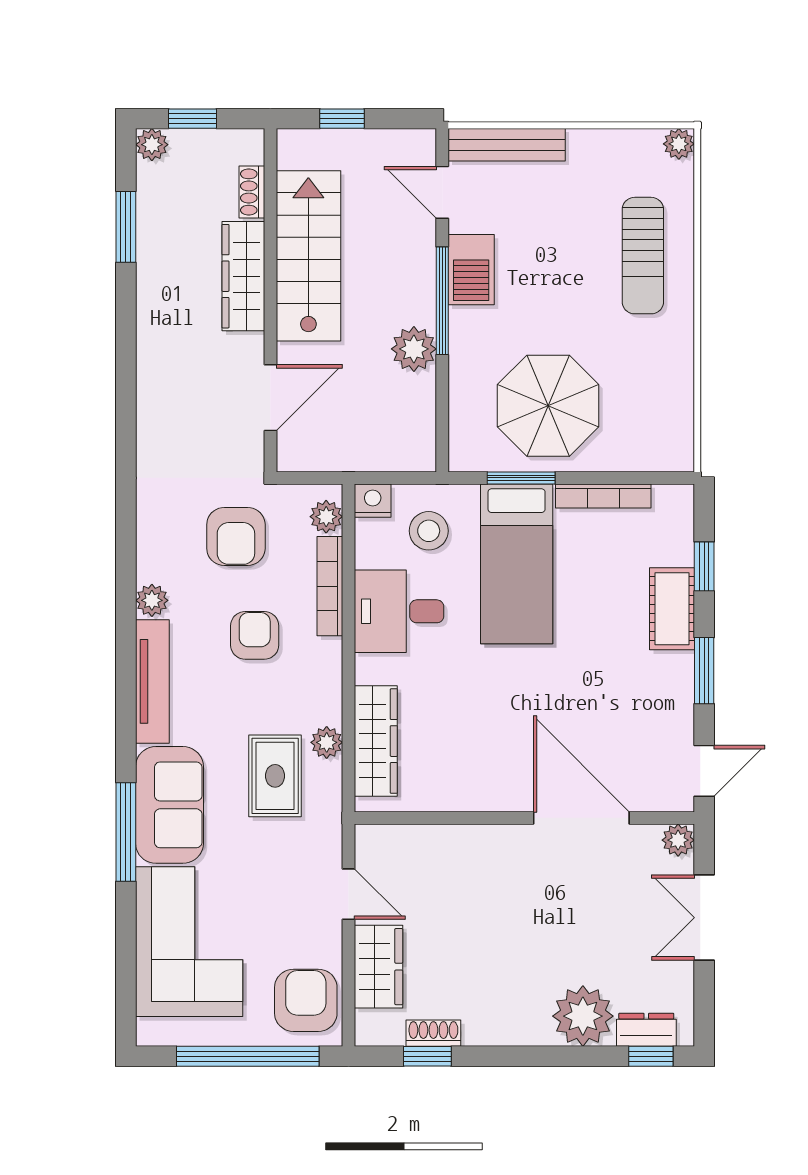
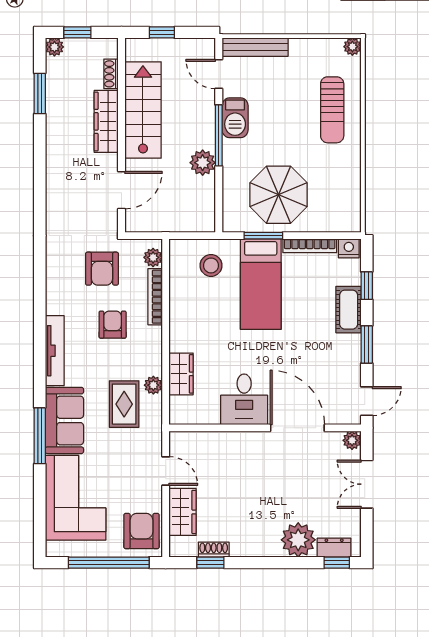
nightstand: (373, 501) -> (349, 248), moved
plant: (152, 600) -> (54, 305), removed
desk: (399, 611) -> (244, 399), moved, turned -90
wardrobe: (376, 741) -> (181, 374), width x0.67

